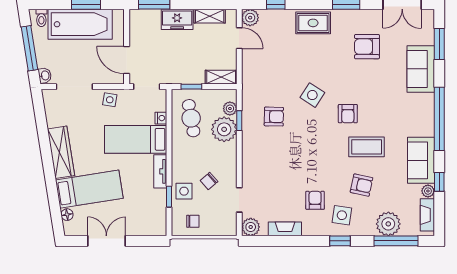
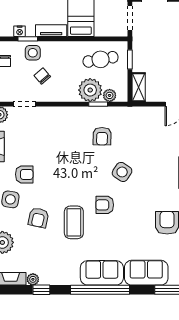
nightstand: (161, 118) -> (20, 31), moved
sofa: (421, 160) -> (102, 273), moved

